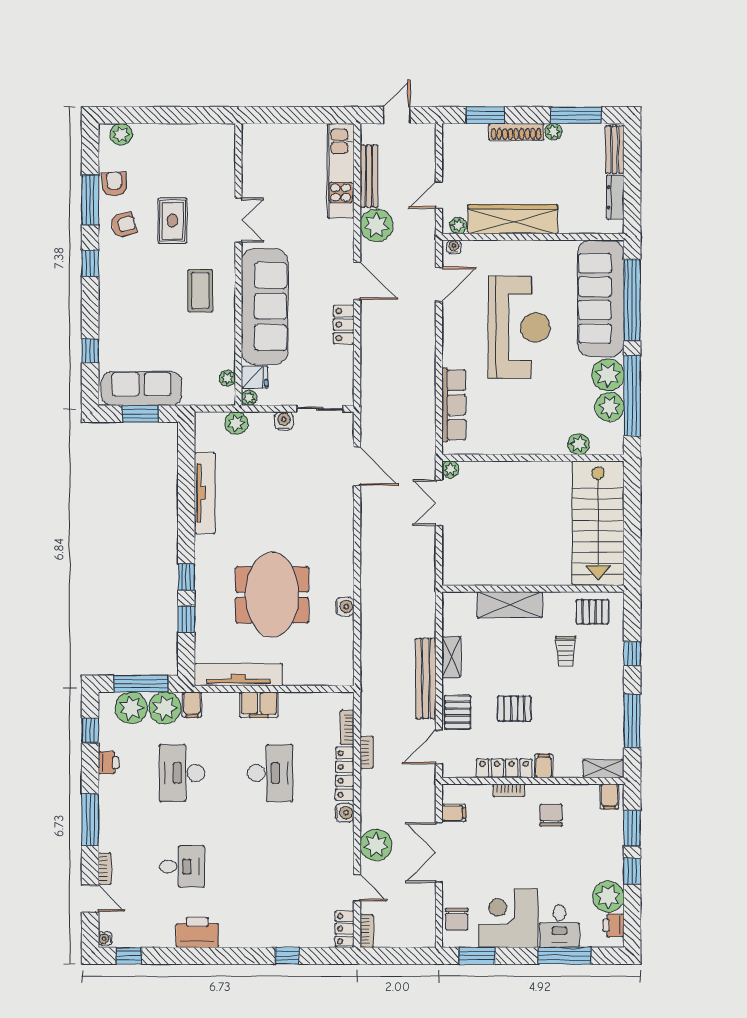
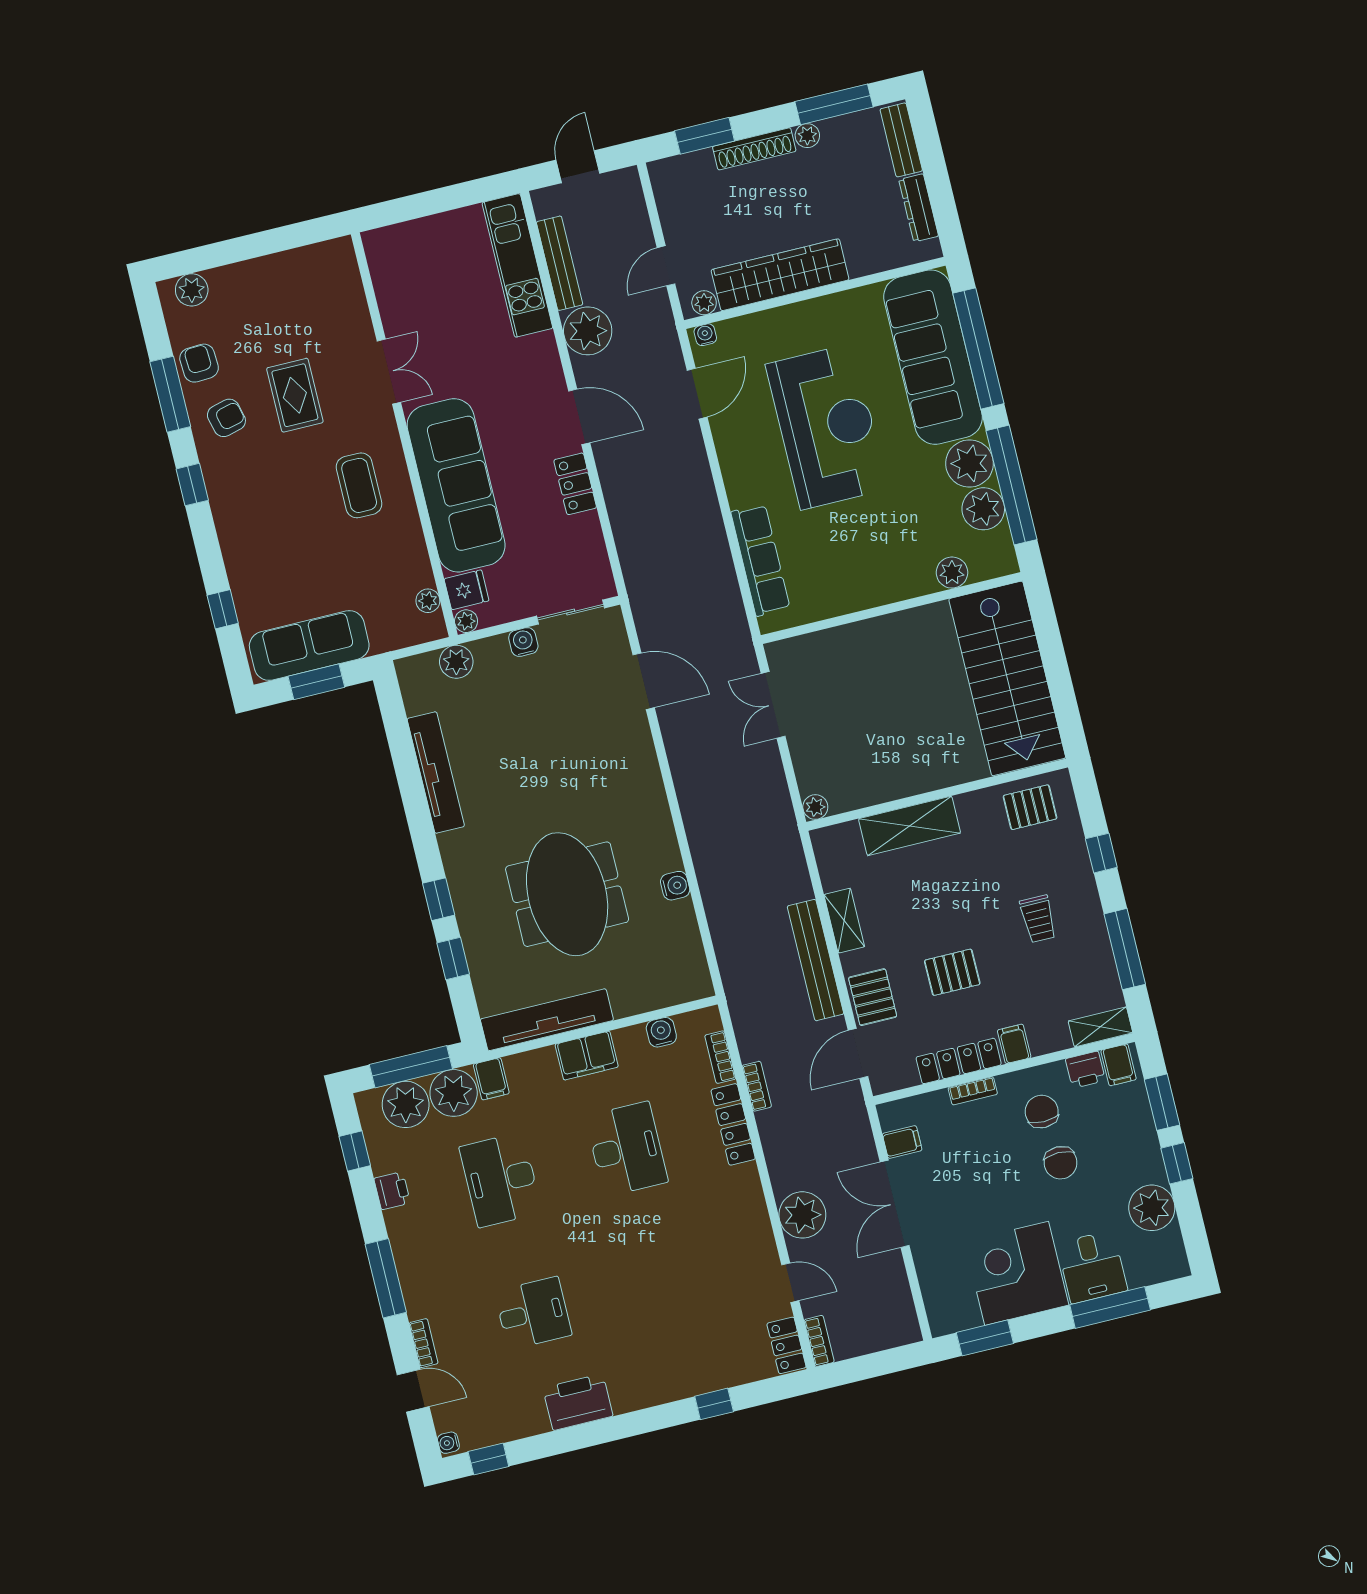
plant: (450, 469) -> (815, 807), moved
trolley: (566, 651) -> (1038, 919), moved
water cooler: (345, 813) -> (661, 1032), moved, turned -90
chair: (457, 919) -> (1061, 1163), moved
printer: (613, 925) -> (1085, 1070), moved, turned -90

